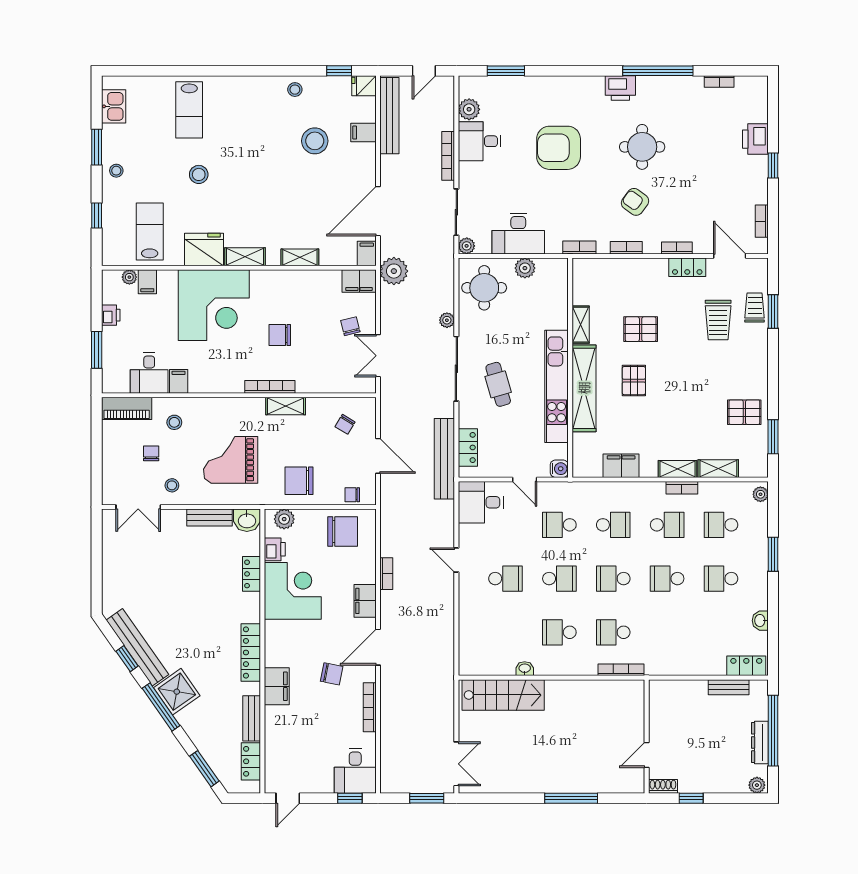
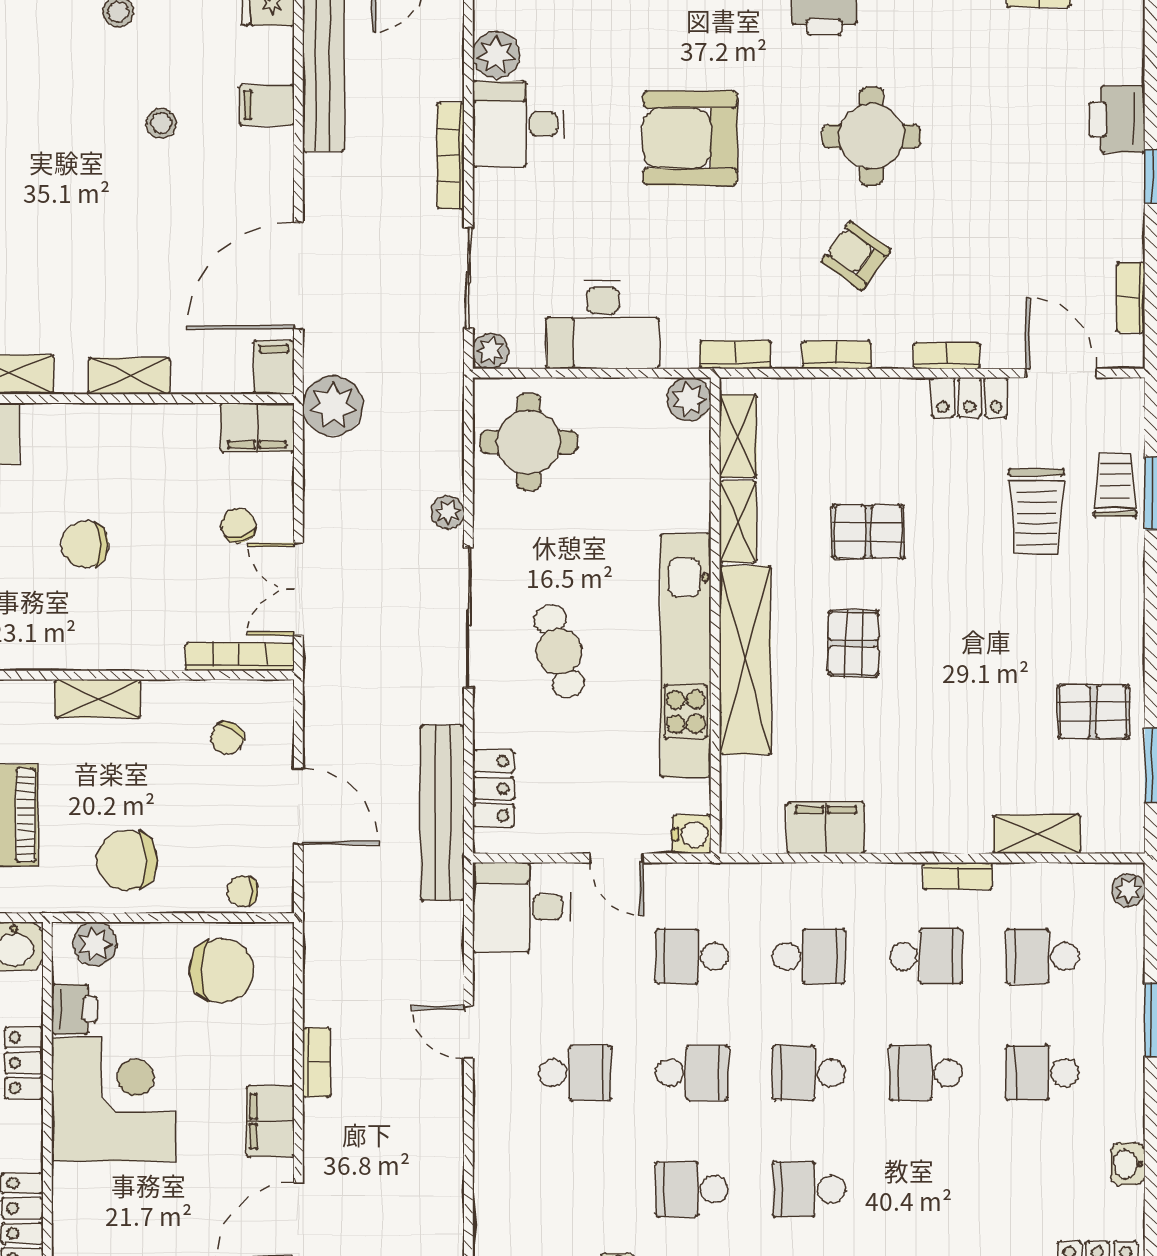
stool: (315, 141) -> (161, 123), width x0.53, depth x0.53
plant: (525, 268) -> (689, 399), moved
bookcase: (270, 387) -> (240, 657), moved
shelving: (677, 469) -> (738, 436), moved, turned 90

